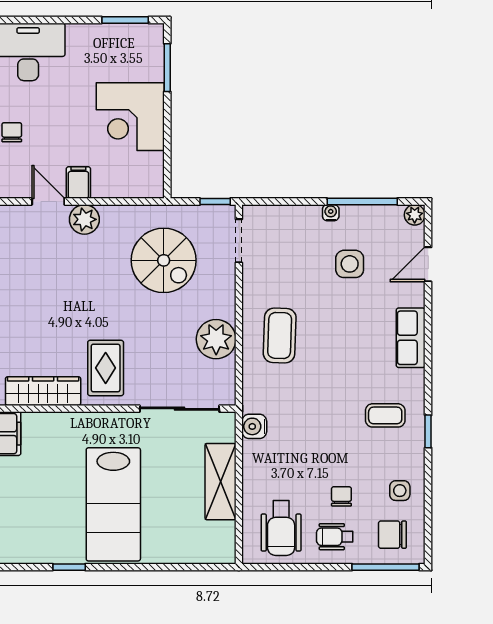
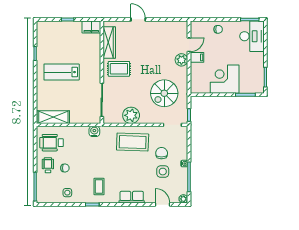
coffee table: (280, 336) -> (133, 142), width x1.36, depth x1.32
shelving: (220, 482) -> (53, 117), moved
lab bench: (113, 504) -> (62, 72), width x0.73, depth x0.72
chair: (392, 535) -> (162, 153), moved

